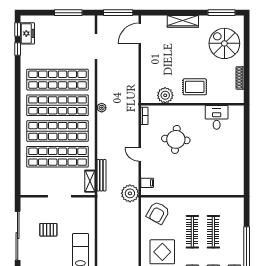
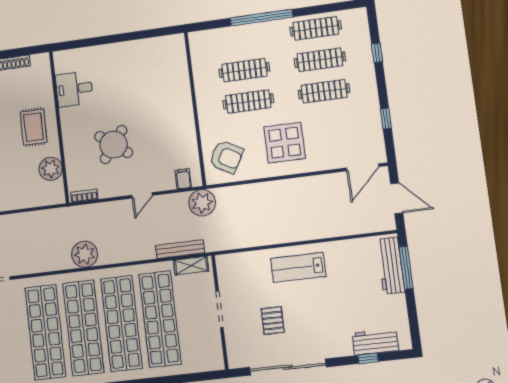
plant: (102, 108) -> (85, 254), width x1.88, depth x1.88
round table: (176, 139) -> (114, 145), turned 32

